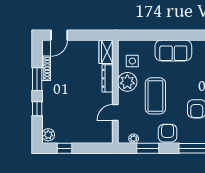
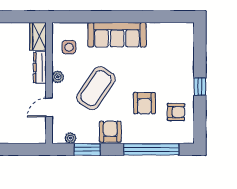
sofa: (173, 50) -> (117, 35), width x1.36
plant: (127, 82) -> (58, 77), width x0.53, depth x0.53
coffee table: (155, 96) -> (96, 88), turned 34

